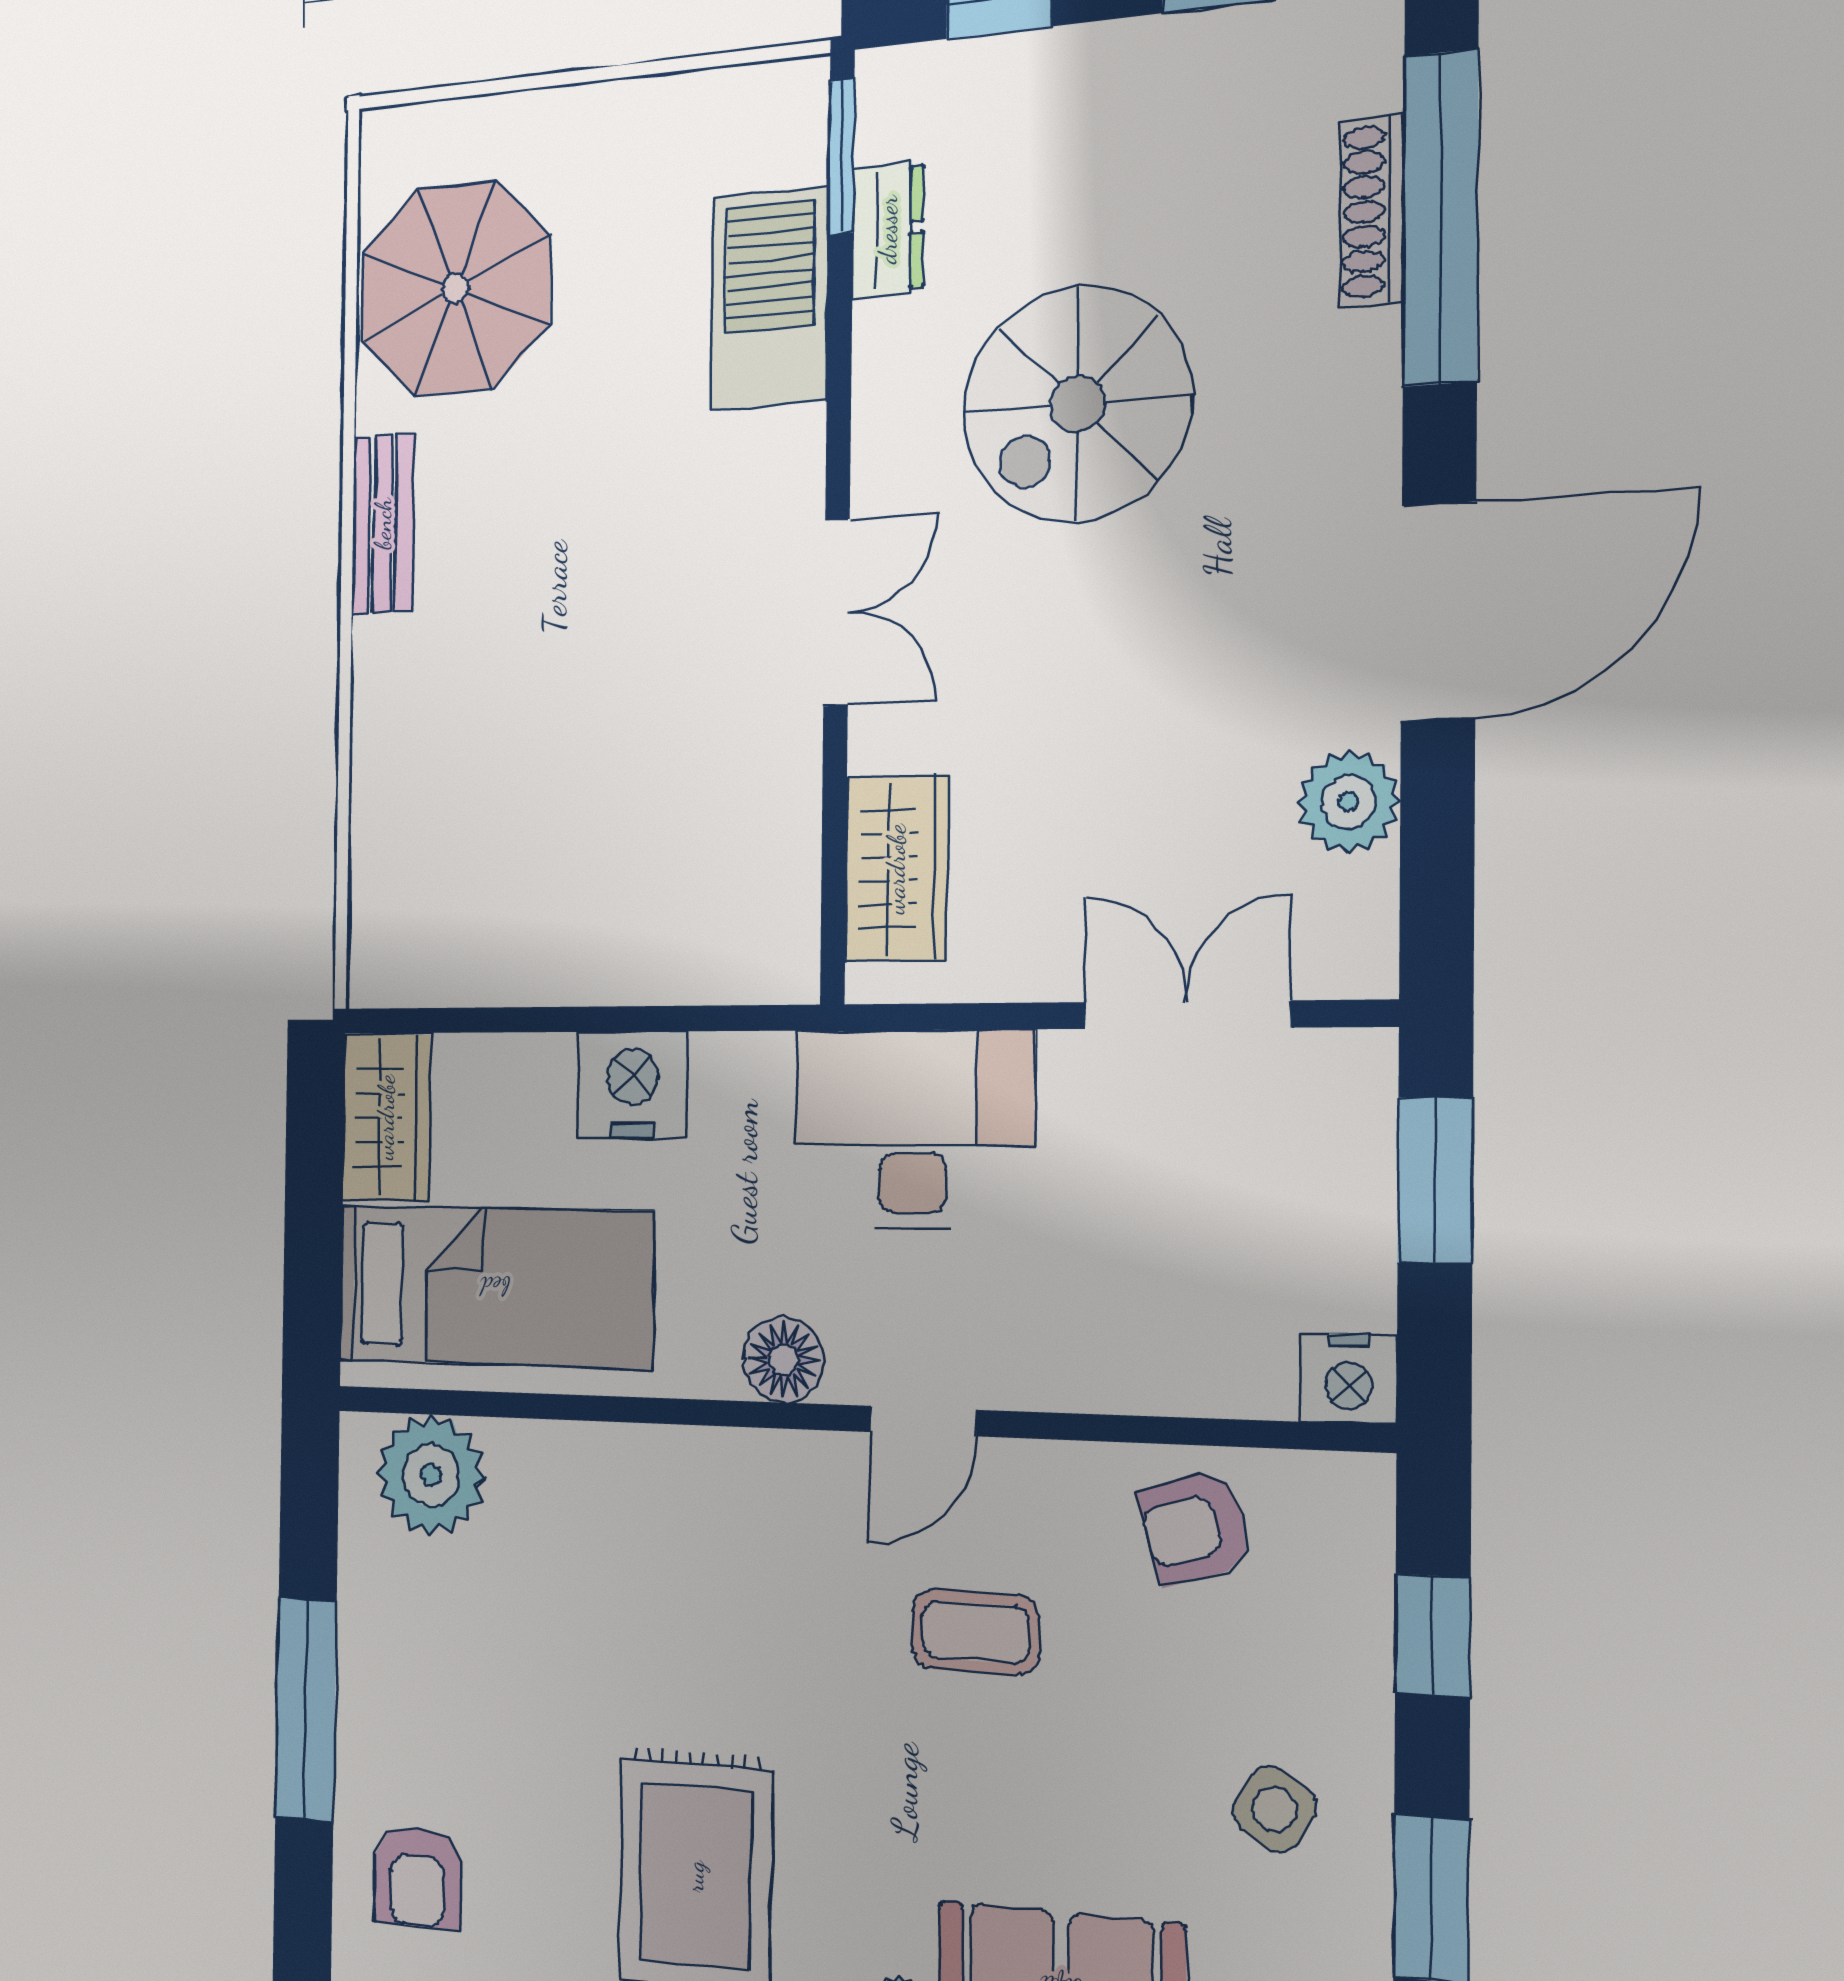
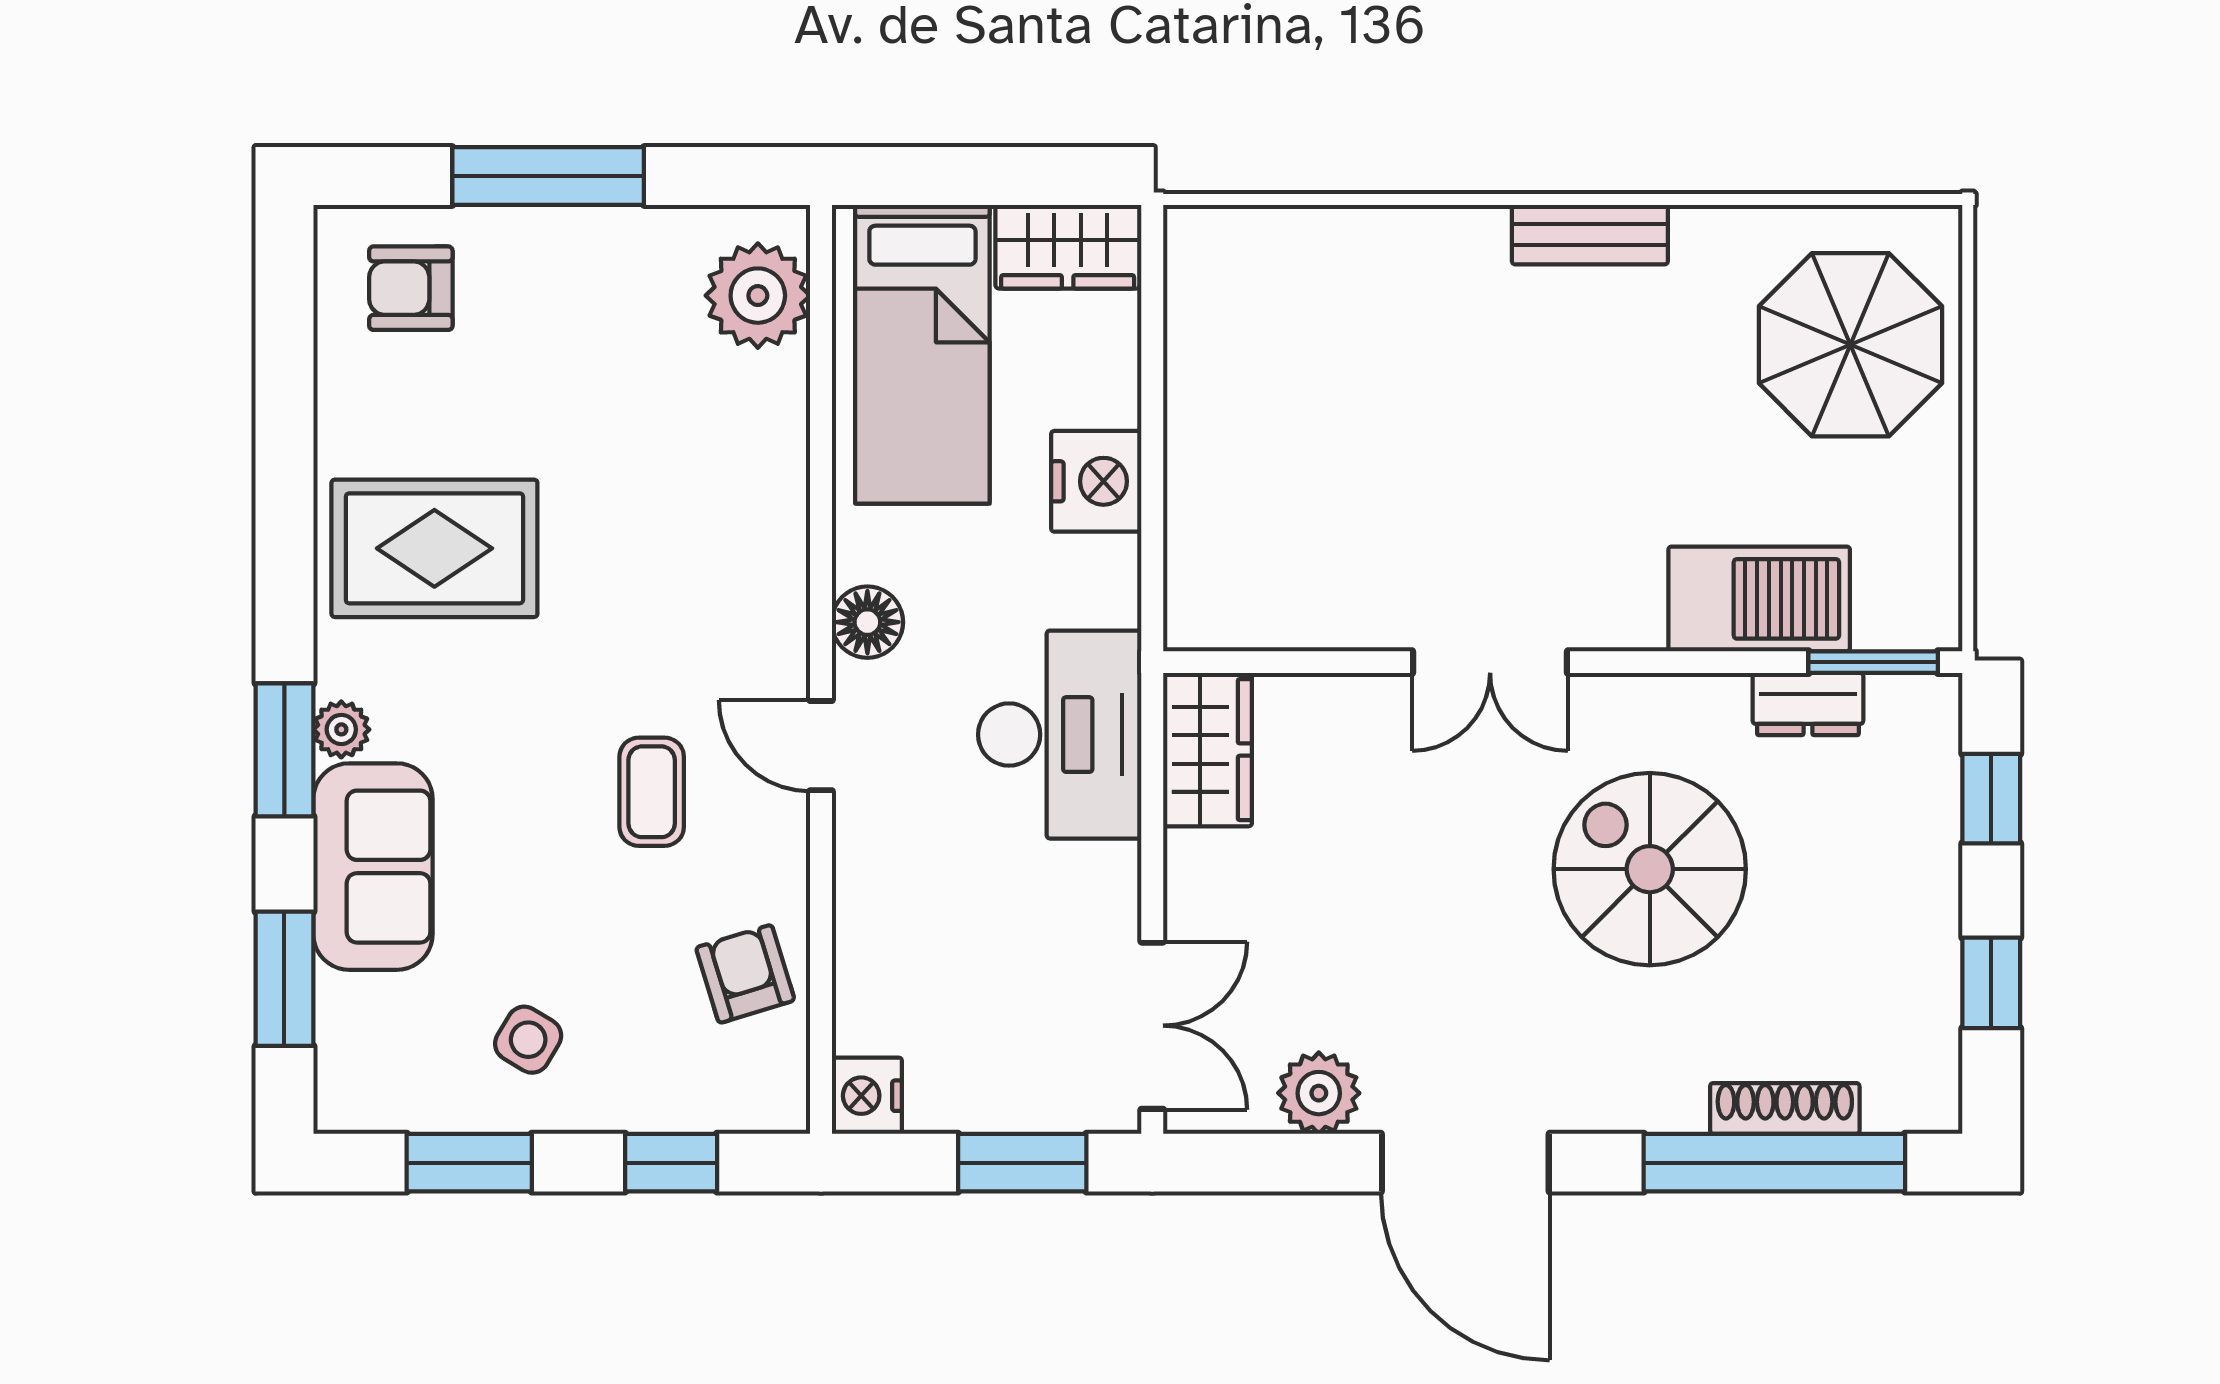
parasol: (455, 288) -> (1850, 345), moved
wardrobe: (896, 869) -> (1208, 750), moved, turned -90
double door: (1187, 1015) -> (1152, 1026), moved

